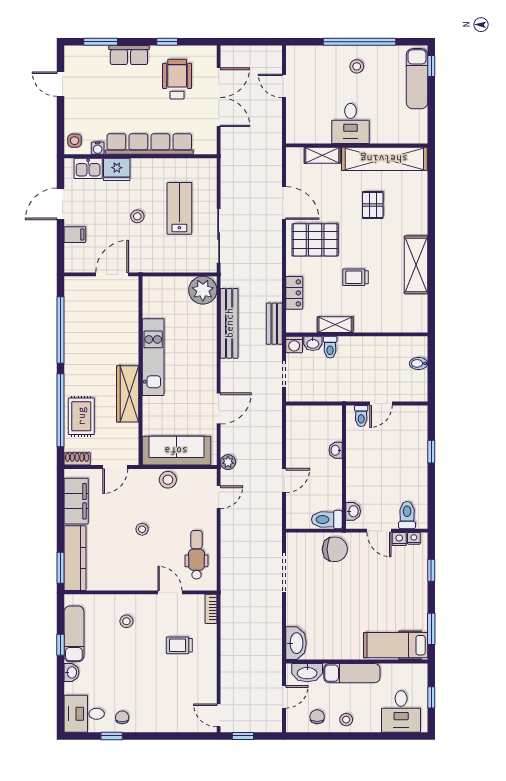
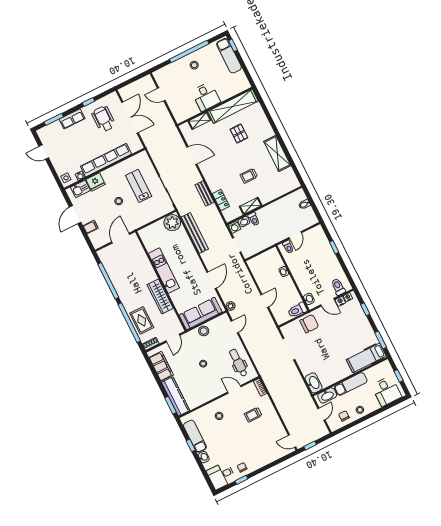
pallet: (315, 240) -> (218, 167), removed
bench: (274, 324) -> (205, 193), moved

